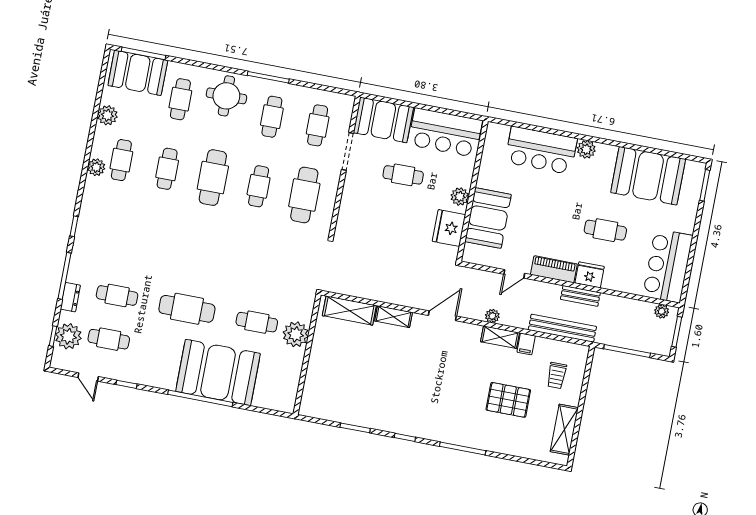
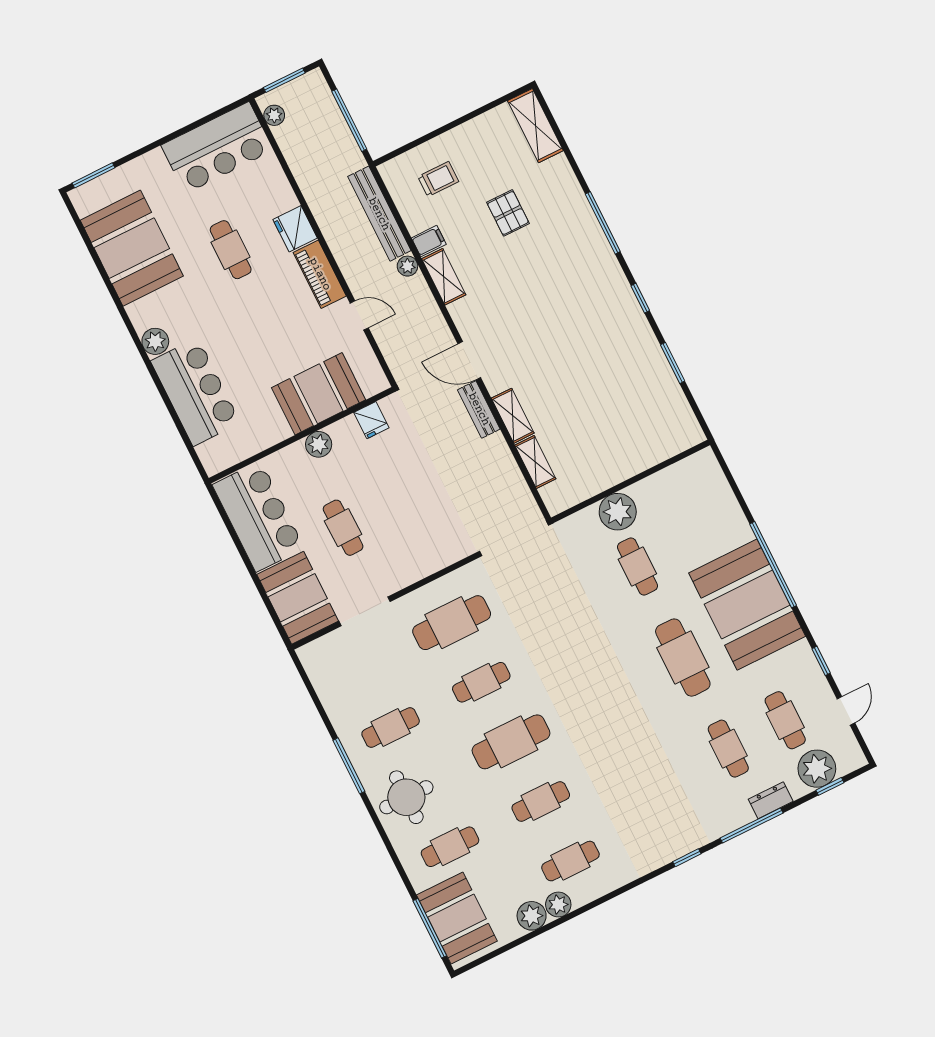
cafe table: (318, 125) -> (361, 668), removed
plant: (96, 167) -> (558, 905), moved
fridge: (449, 228) -> (371, 420), width x0.53, depth x0.75
bench: (580, 296) -> (479, 409), moved
shelving: (349, 311) -> (535, 462), width x0.67, depth x0.75
plant: (492, 316) -> (407, 266), moved
booth: (218, 372) -> (747, 605), moved
pallet: (508, 400) -> (508, 213), width x0.67, depth x0.71
shelving: (564, 430) -> (535, 126), moved, turned 90

